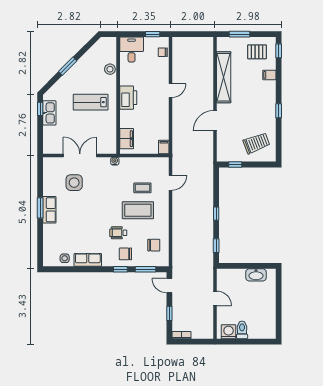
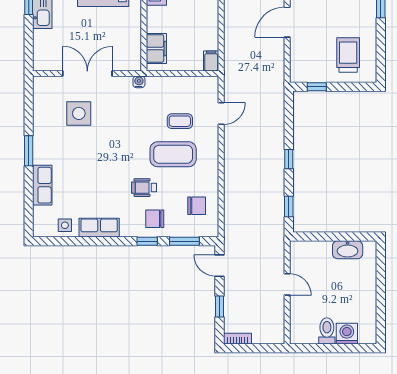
trolley: (256, 143) -> (348, 55), turned -69
row of seats: (49, 210) -> (42, 185), moved
washing machine: (229, 332) -> (347, 334), moved

